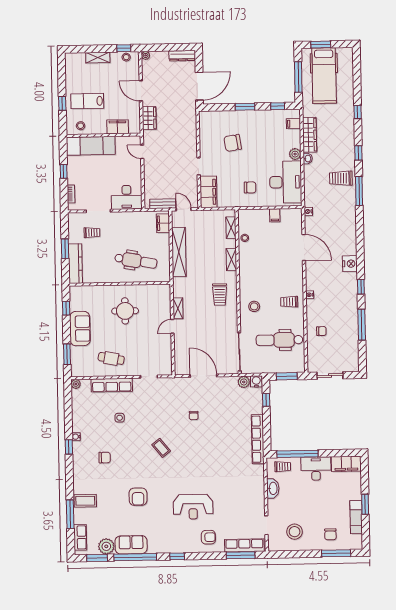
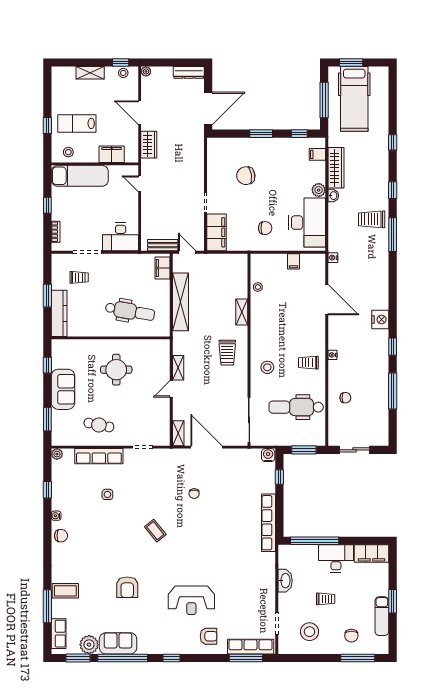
shelving: (231, 228) -> (178, 433), moved
plant: (244, 382) -> (253, 455), removed
window: (69, 447) -> (47, 490), moved
chair: (105, 458) -> (61, 536), moved
trolley: (283, 467) -> (326, 599), moved

